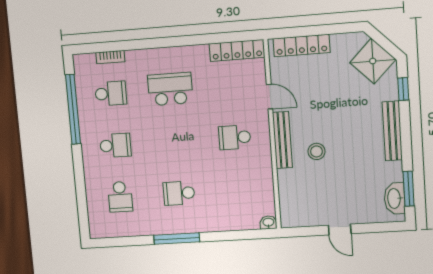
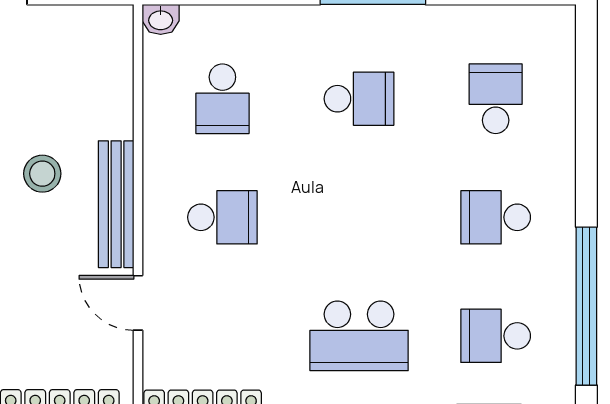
school desk: (239, 190) -> (222, 99), added

